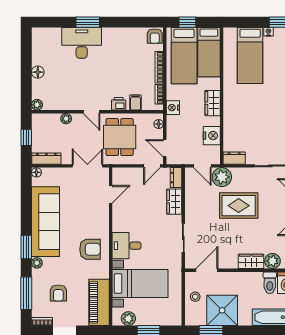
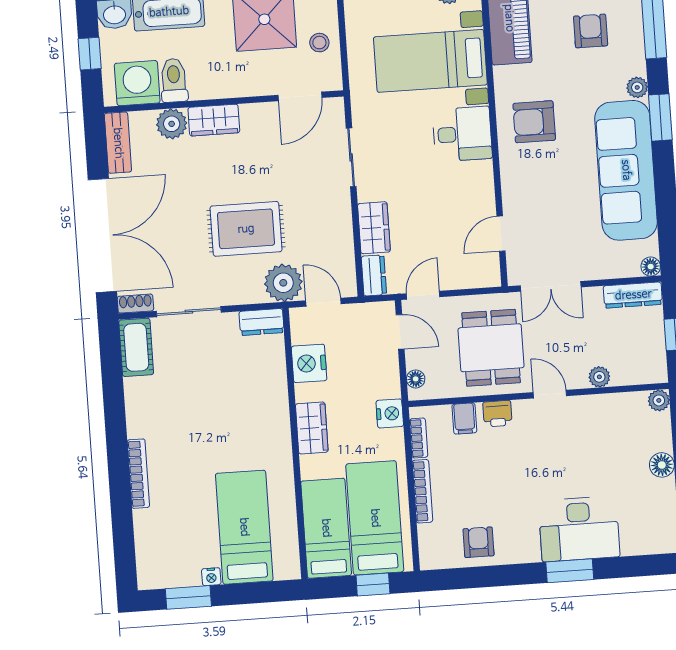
armchair: (155, 36) -> (478, 542), moved

